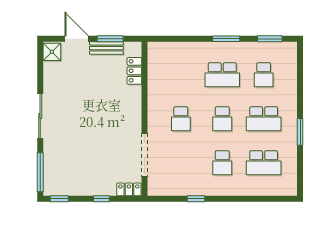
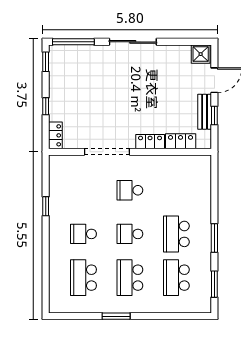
window: (110, 39) -> (214, 116), width x0.67
school desk: (264, 75) -> (176, 278), width x1.85
locker: (135, 100) -> (150, 142), added
doorway: (144, 155) -> (107, 152), moved

